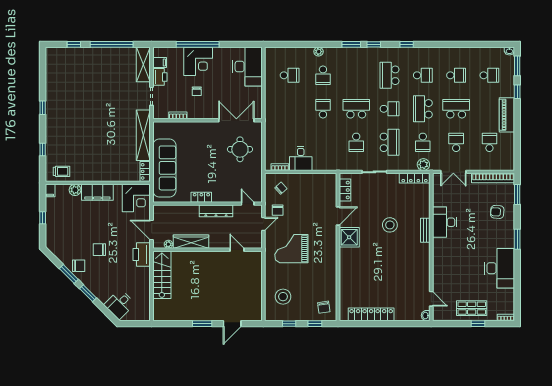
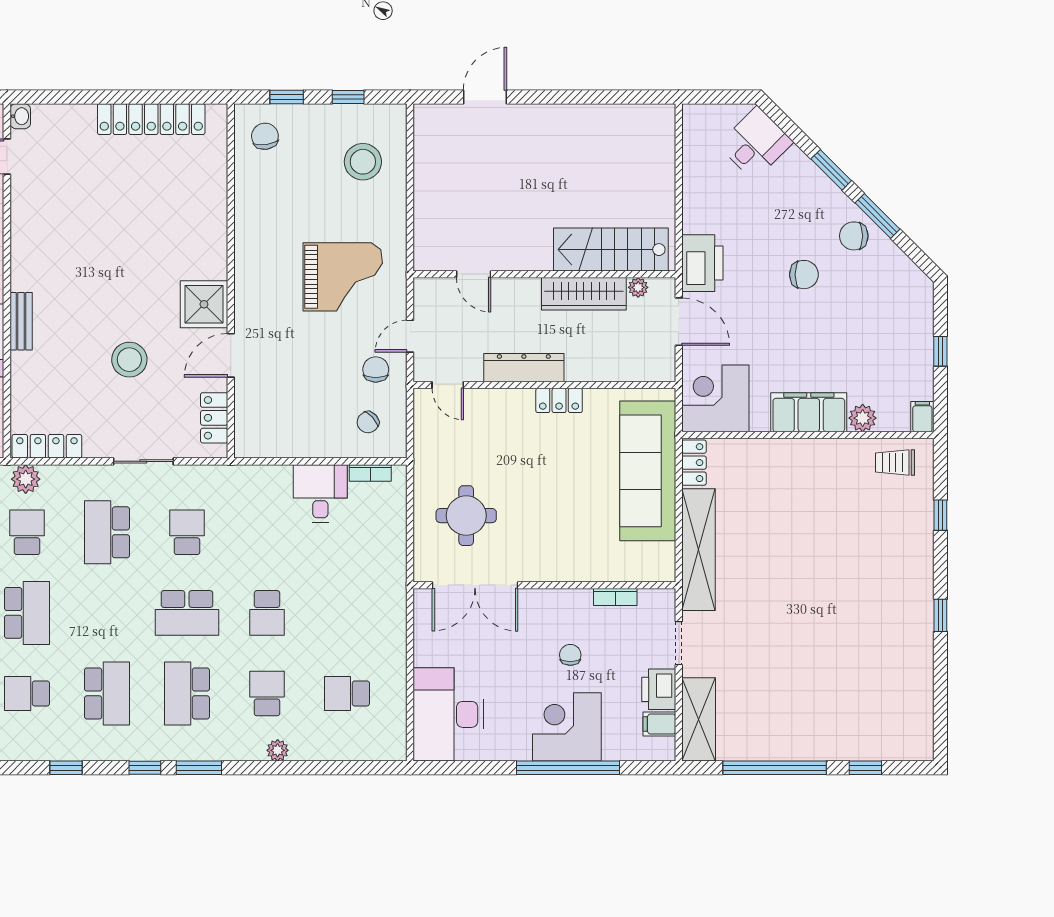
school desk: (390, 109) -> (187, 693), moved, width x1.85
stool: (390, 225) -> (129, 360), moved
stairs: (162, 275) -> (611, 250), moved, turned 90
window: (202, 324) -> (557, 97), removed

